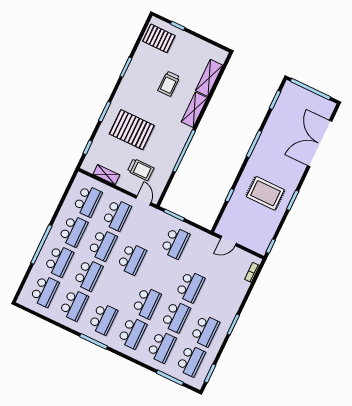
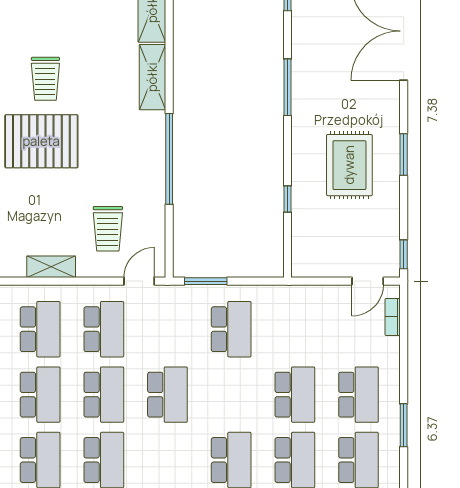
trolley: (169, 84) -> (45, 79), moved
pallet: (132, 130) -> (41, 141), moved
trolley: (141, 170) -> (108, 229), turned 90
rug: (265, 193) -> (349, 165), turned 90
door: (144, 200) -> (139, 281), hinge flipped
door: (228, 241) -> (368, 281), moved
school desk: (219, 301) -> (358, 395), added

